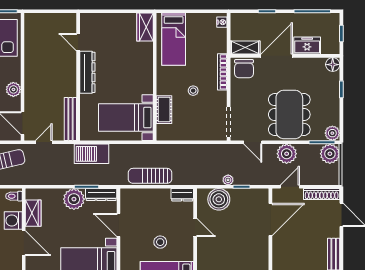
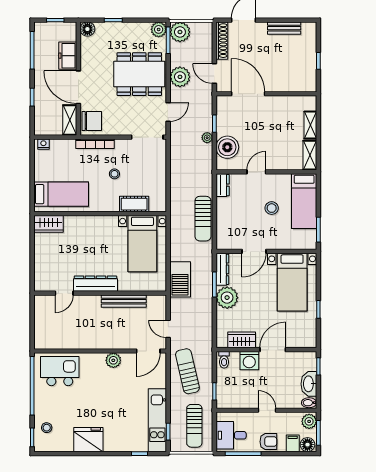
bench: (70, 119) -> (124, 301), moved

